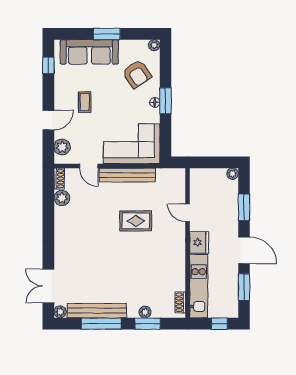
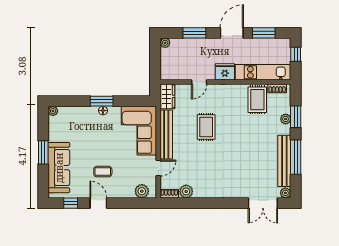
armchair: (137, 74) -> (78, 126), removed
door: (48, 120) -> (98, 203), moved
wardrobe: (171, 176) -> (167, 96), added
rug: (167, 280) -> (257, 100), added

